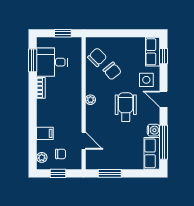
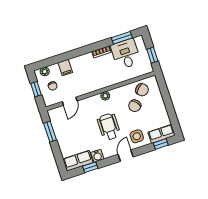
wheelchair: (126, 107) -> (109, 127), turned -90
window: (163, 142) -> (90, 167), width x0.46

